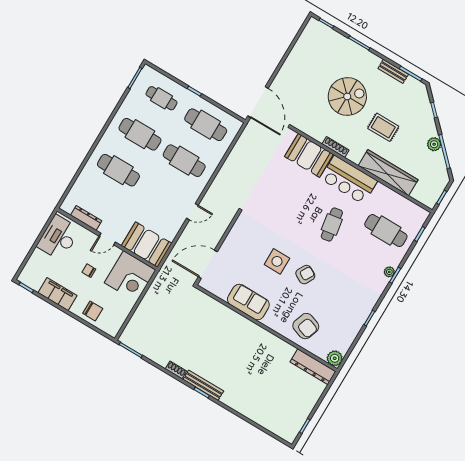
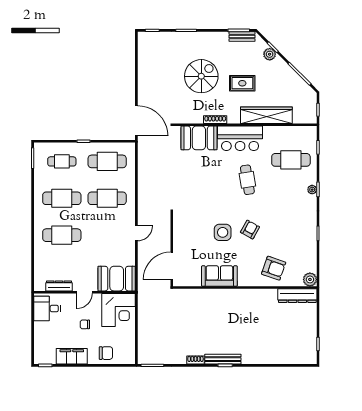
bench: (393, 71) -> (242, 36), moved
plant: (434, 144) -> (270, 54), moved
desk: (59, 238) -> (47, 309), width x0.73

